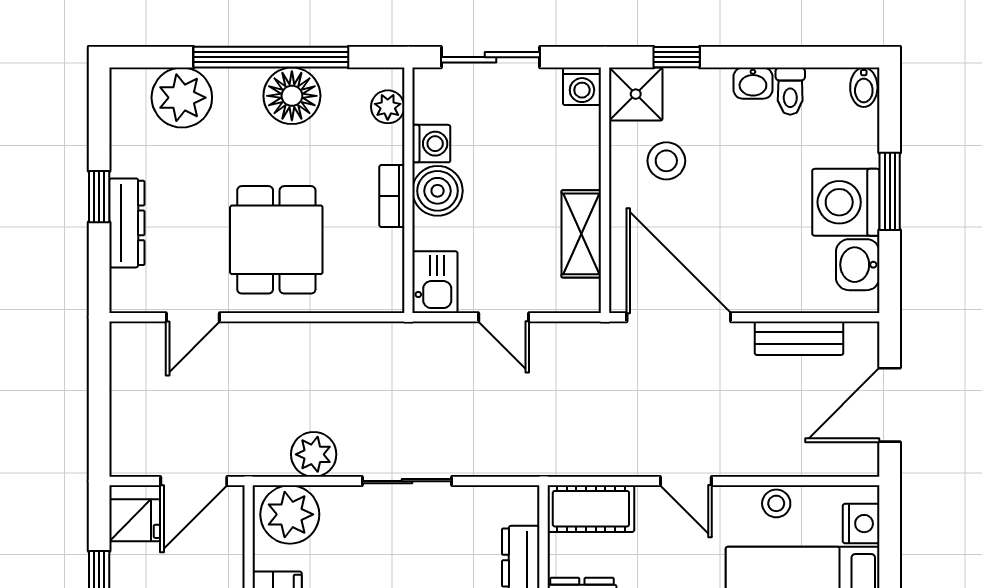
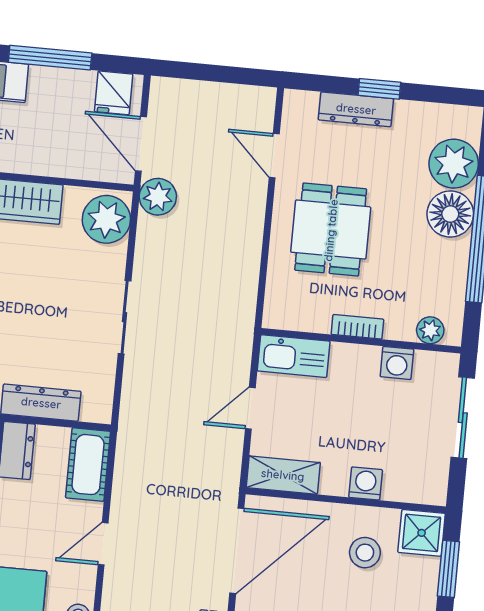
window: (677, 57) -> (448, 569), width x1.50
washing machine: (582, 86) -> (366, 483), moved, turned 90
floor lamp: (292, 96) -> (450, 214), moved
boiler: (438, 191) -> (358, 364), removed
shelving: (581, 234) -> (283, 475), moved
dining table: (276, 240) -> (331, 230), turned 90
kitchen sink: (435, 282) -> (294, 356), width x1.38
plant: (314, 454) -> (158, 197), moved

